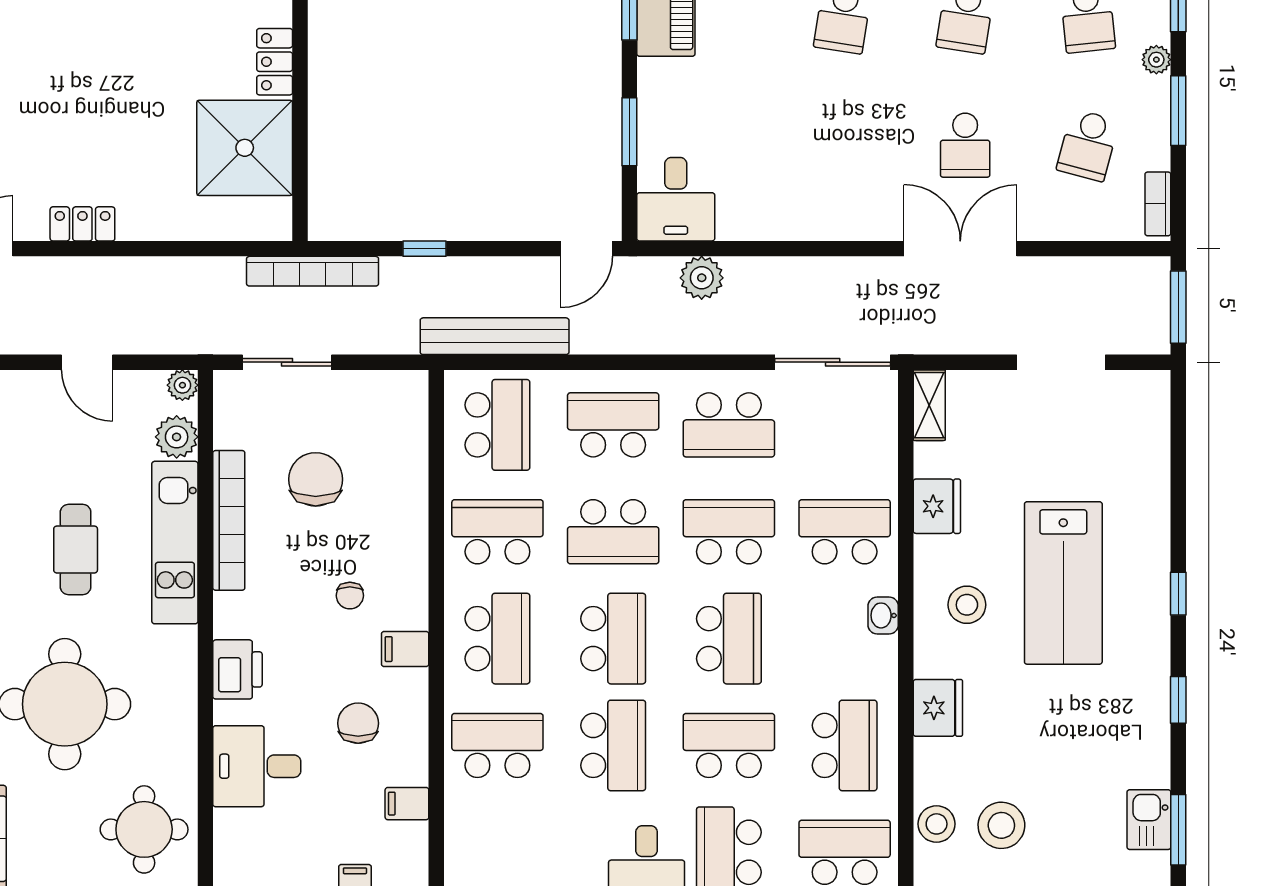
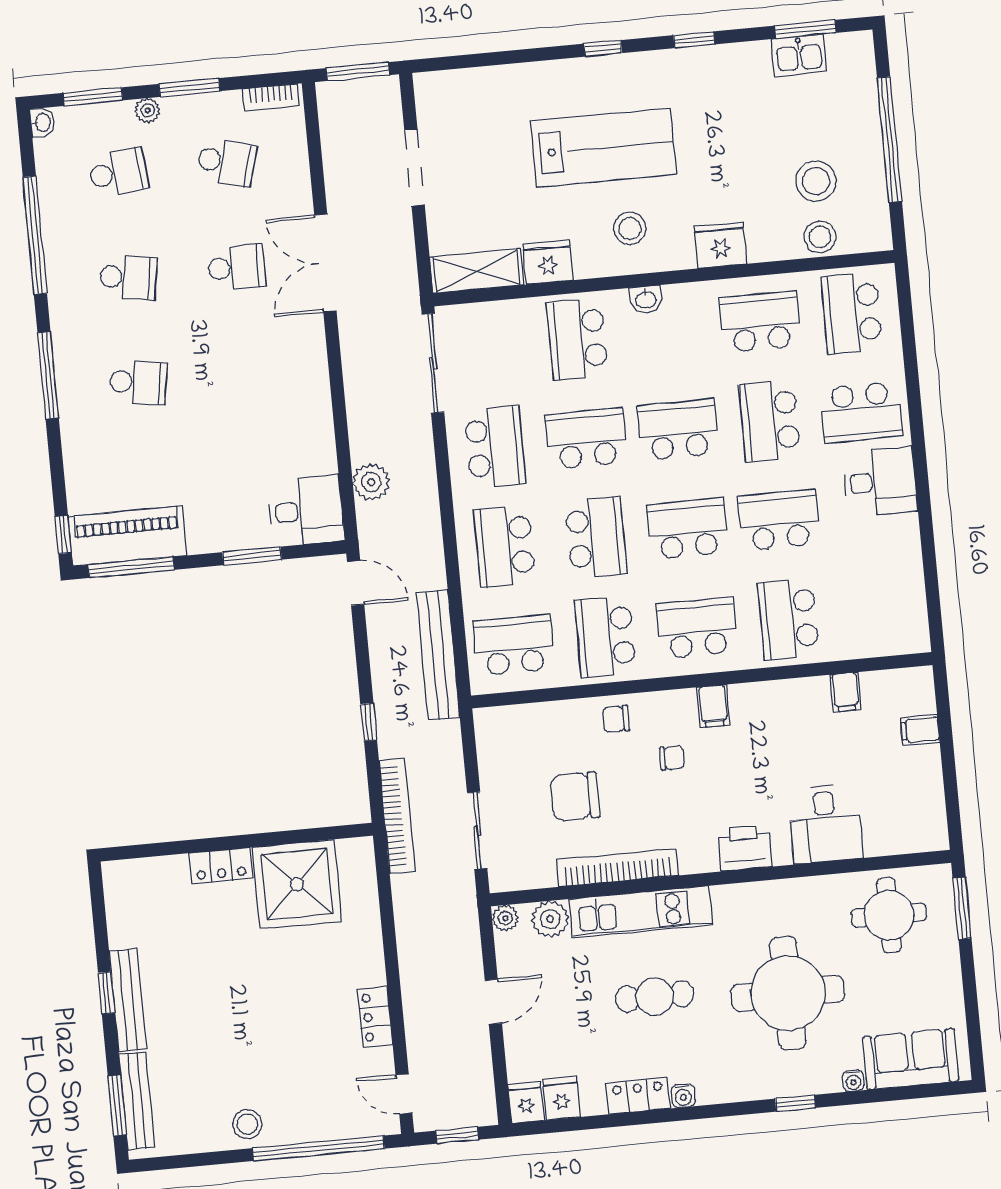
shelving: (929, 405) -> (477, 271), width x1.50, depth x1.33
school desk: (729, 532) -> (587, 438), turned 90
chair: (358, 723) -> (616, 719), moved, width x0.73, depth x0.73

